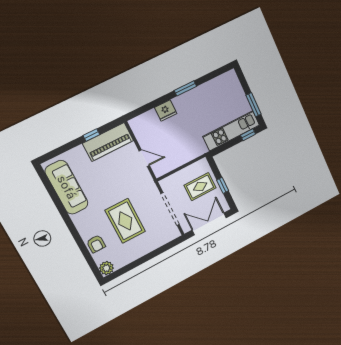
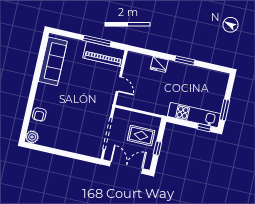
window: (91, 135) -> (97, 41), width x2.17
rug: (125, 221) -> (71, 116), removed

